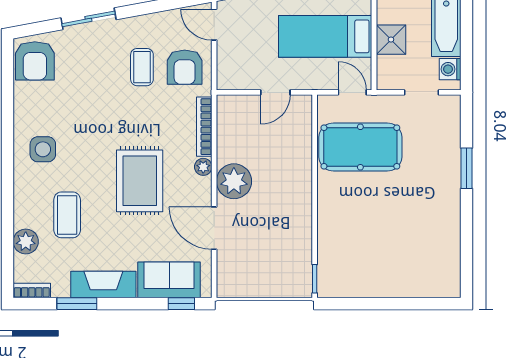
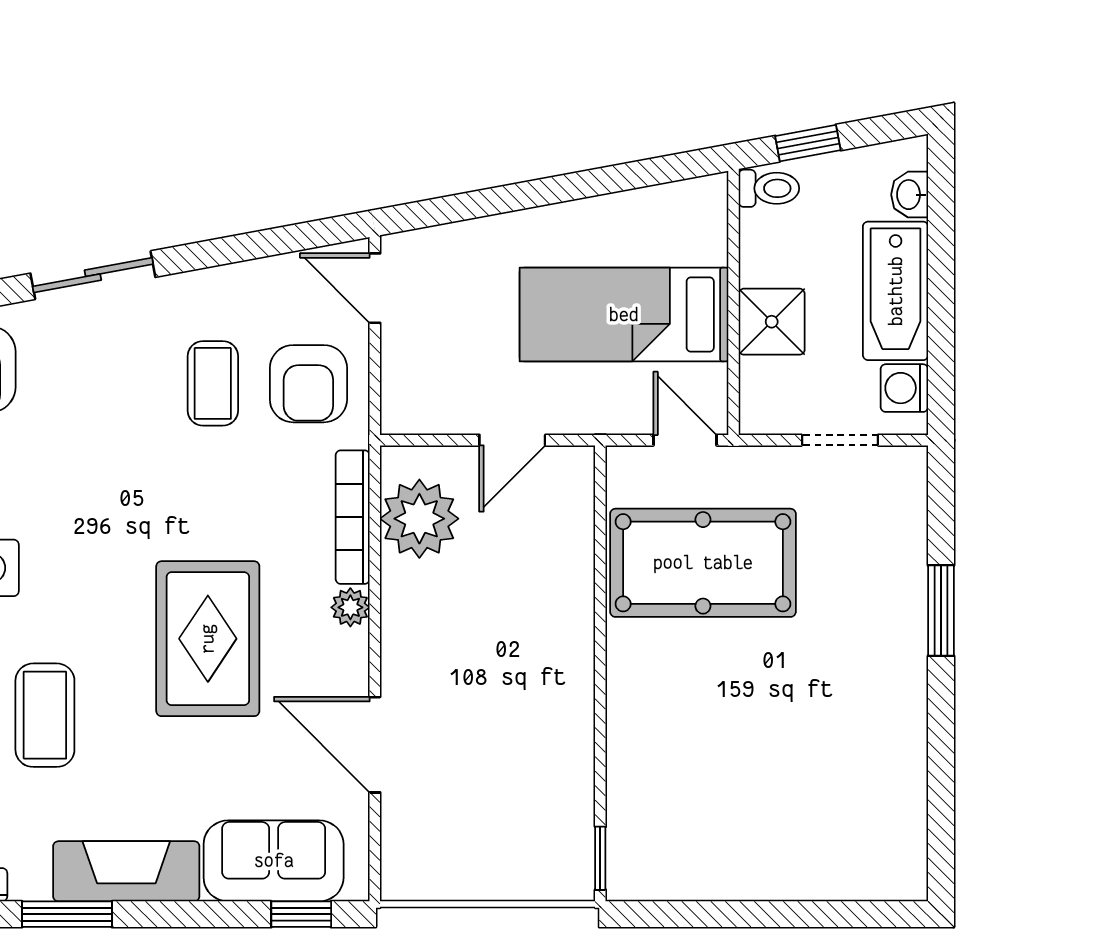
plant: (234, 181) -> (419, 519), moved

